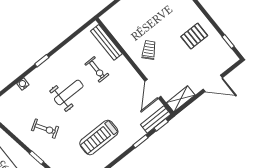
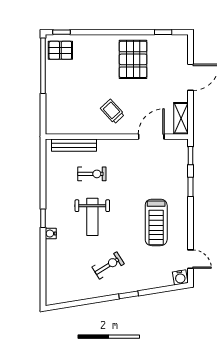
pallet: (194, 36) -> (133, 59), width x1.50, depth x1.42
water cooler: (23, 84) -> (51, 234), moved
door: (153, 89) -> (151, 137), swing flipped
weight bench: (69, 92) -> (92, 217), turned 180
bench: (156, 119) -> (181, 157), removed

